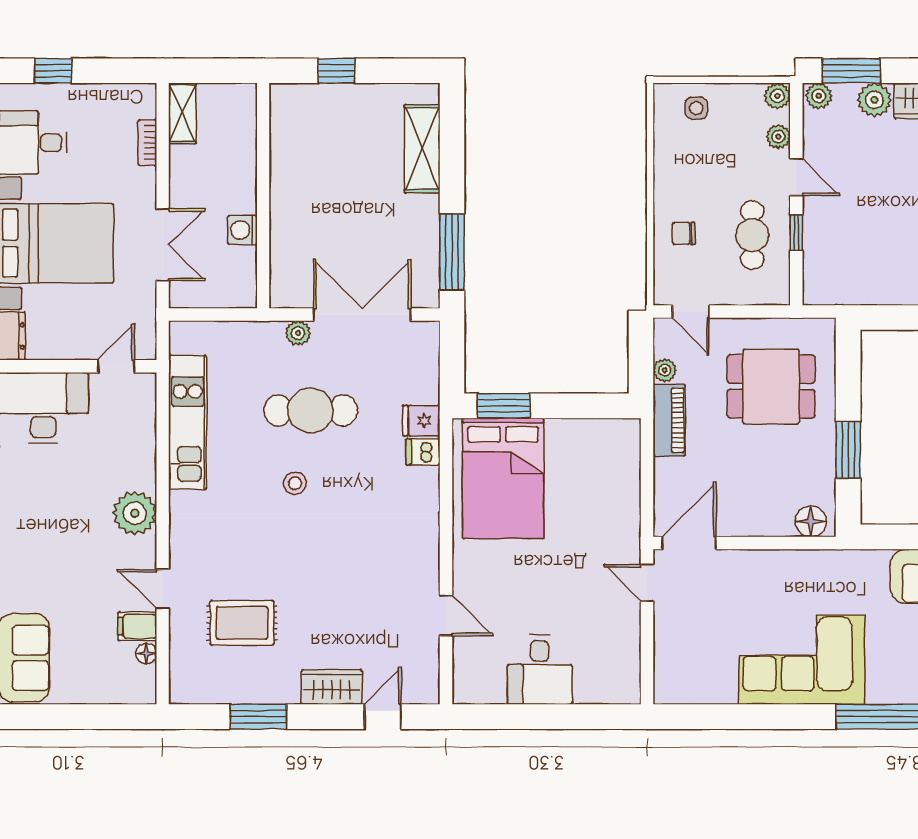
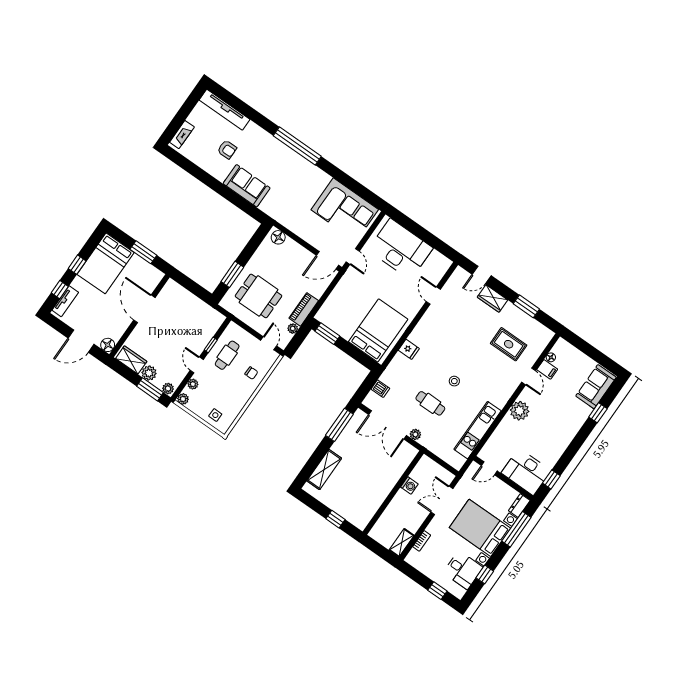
window: (504, 406) -> (327, 334), moved
cafe table: (311, 411) -> (430, 403), width x0.73, depth x0.74
fridge: (421, 421) -> (409, 349), moved
window: (848, 450) -> (232, 274), moved
dishwasher: (423, 452) -> (380, 389), moved
corner sofa: (802, 660) -> (345, 210), moved
desk: (540, 670) -> (401, 249), width x1.87, depth x1.30

